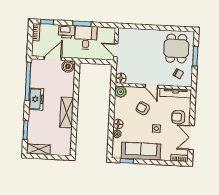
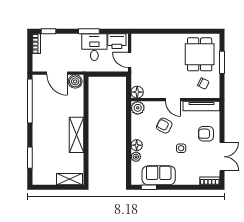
printer: (67, 32) -> (117, 41), moved
door: (53, 58) -> (57, 73), swing flipped
freezer: (36, 99) -> (40, 121), removed
double door: (191, 138) -> (222, 157), swing flipped
shelving: (39, 149) -> (69, 179), moved
sofa: (141, 151) -> (159, 175), width x0.73

